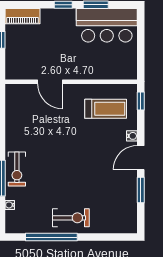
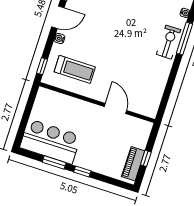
piano: (23, 16) -> (133, 164), moved, turned -90
treadmill: (106, 109) -> (75, 69), turned 180

